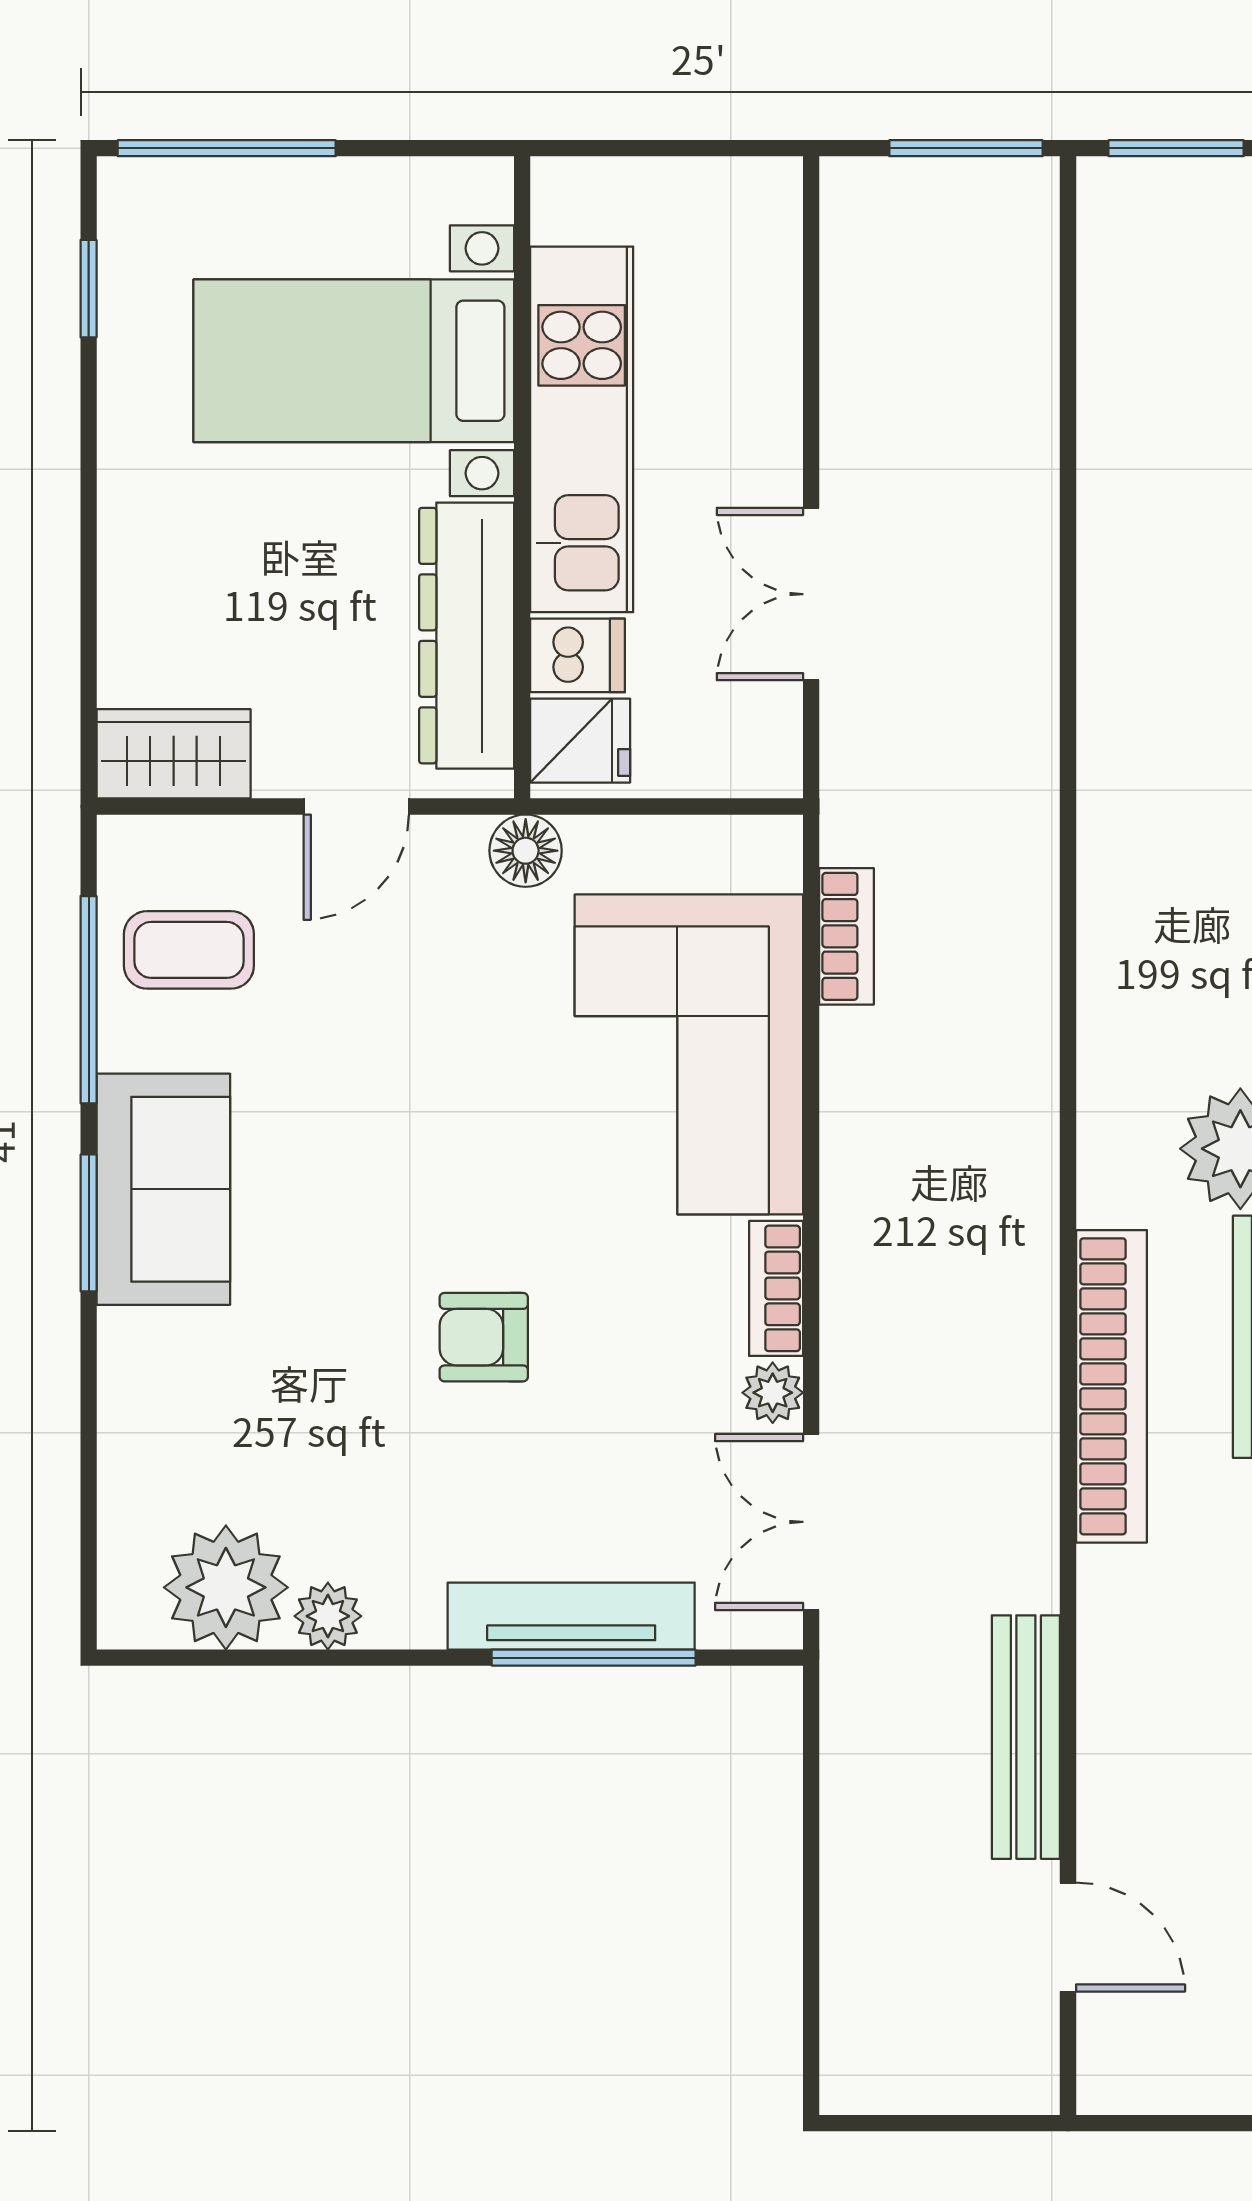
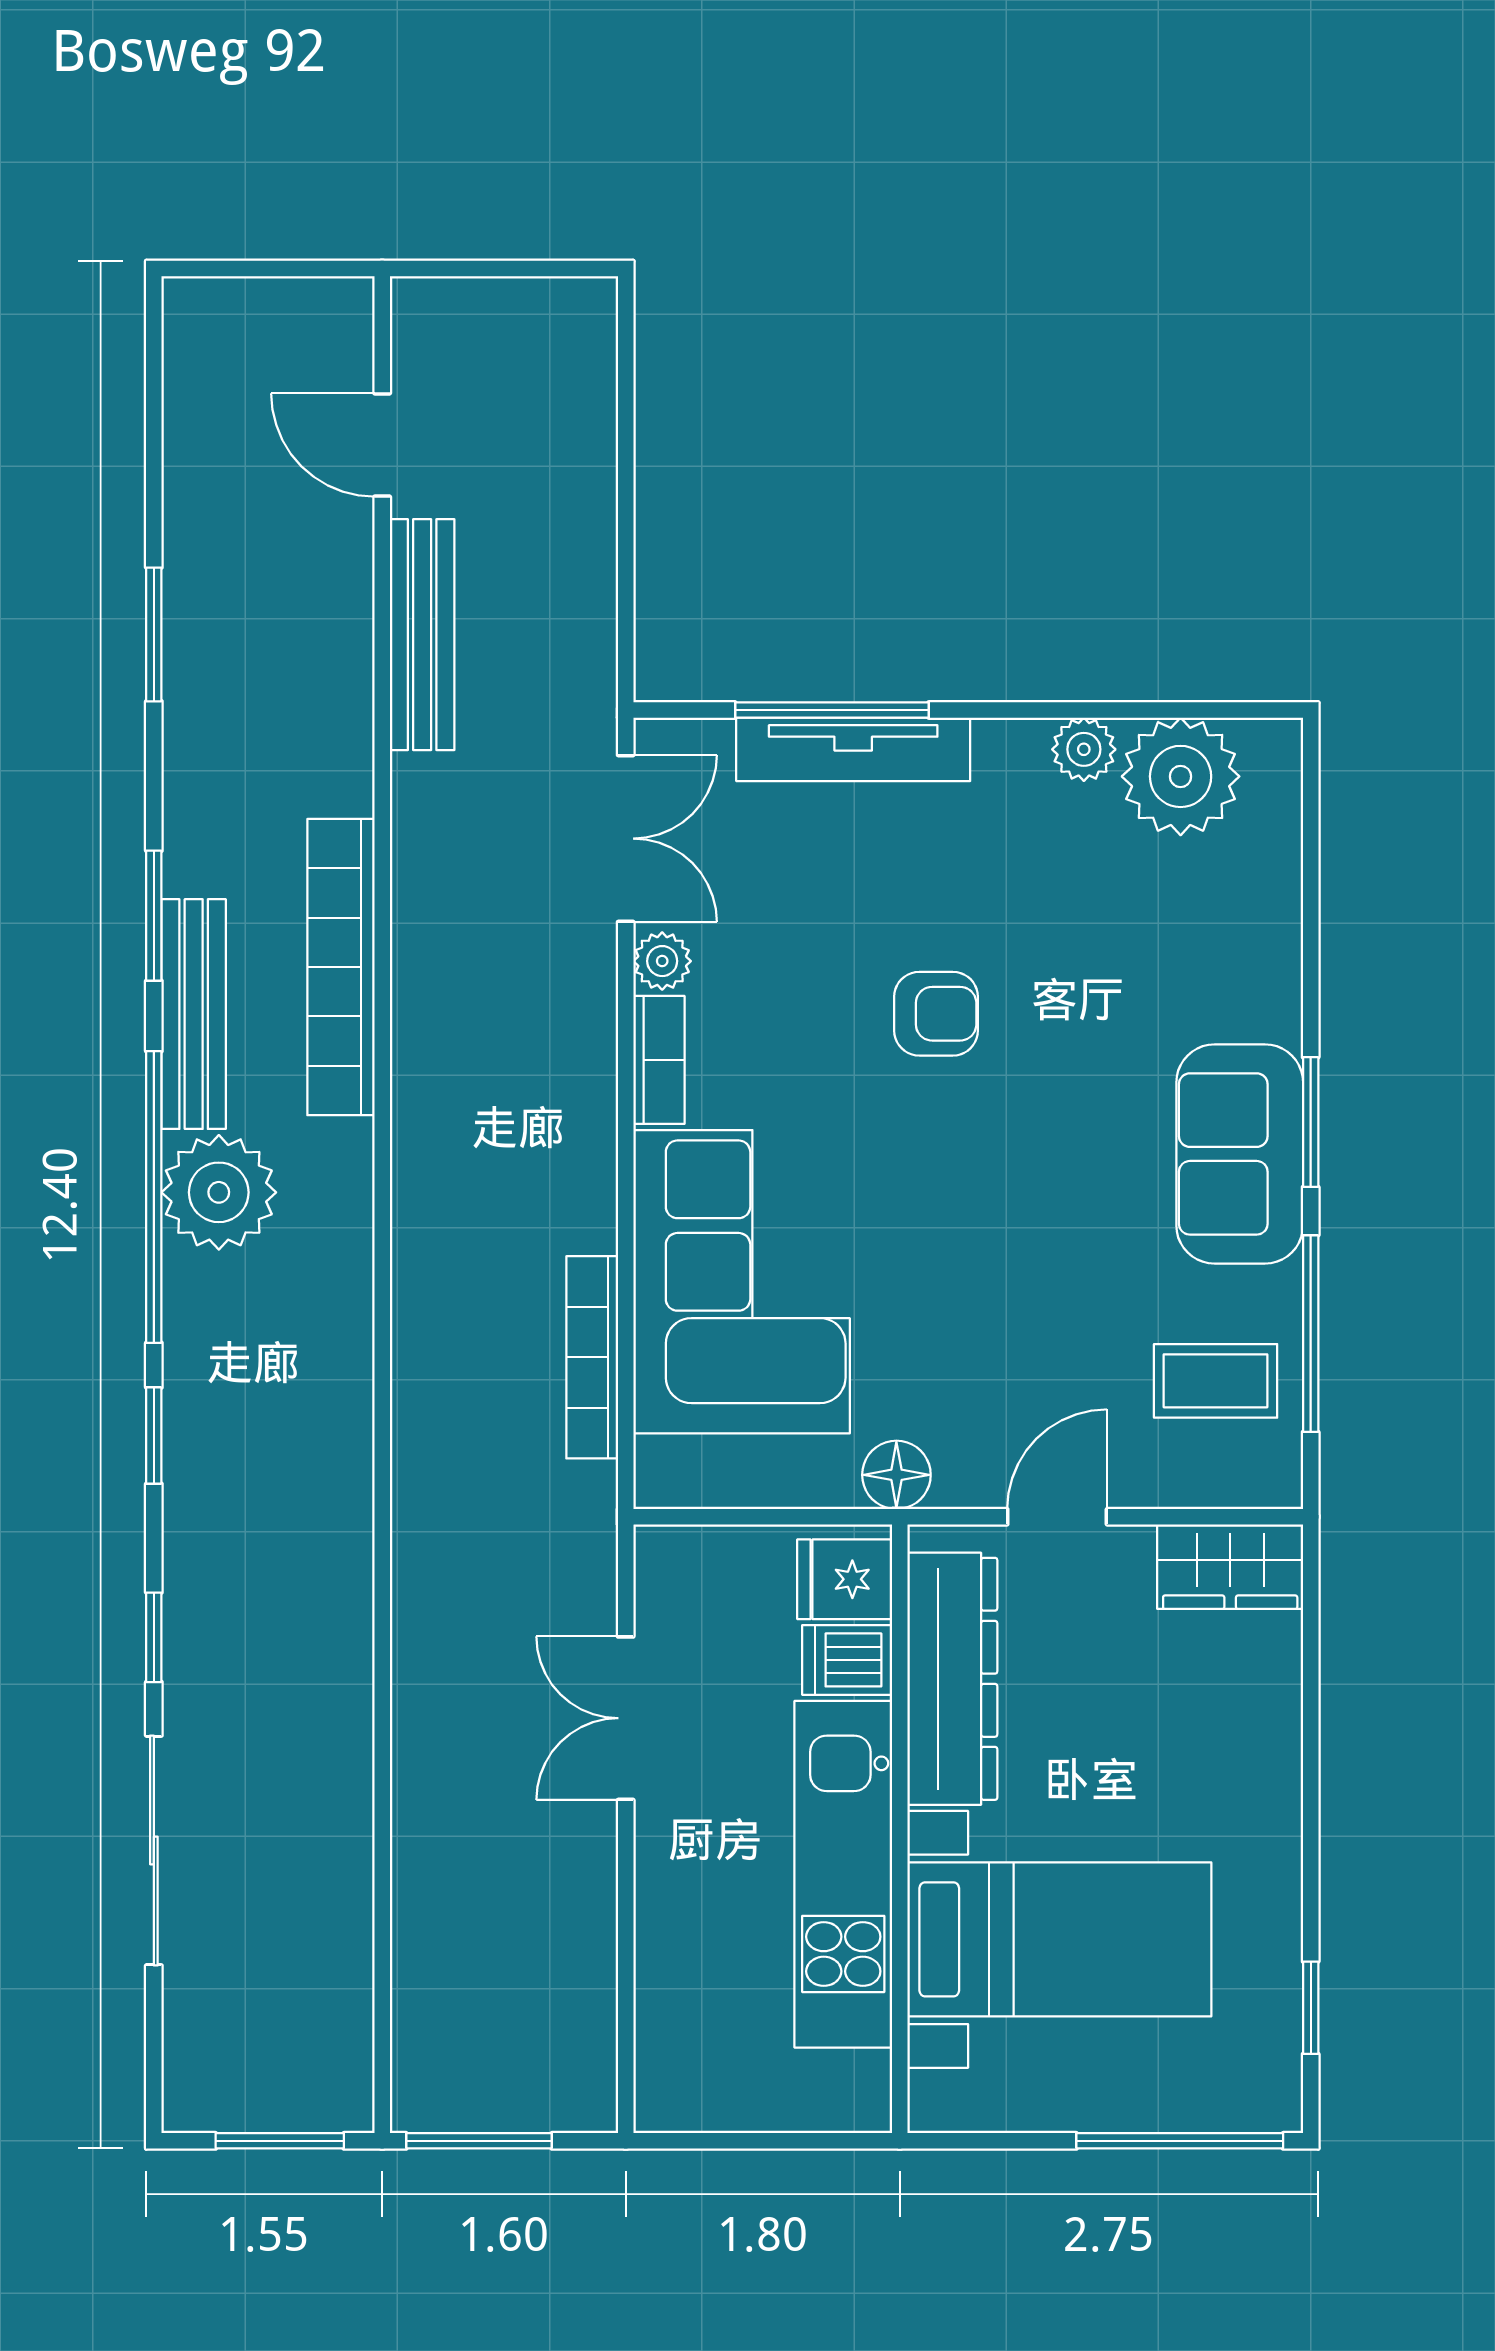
double door: (811, 594) -> (626, 1718), swing flipped
bookcase: (846, 936) -> (592, 1357), width x1.56

